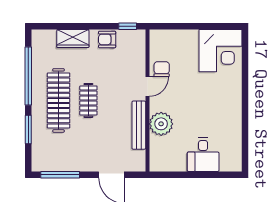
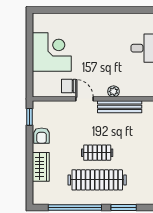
corner desk: (221, 51) -> (52, 52), moved
plant: (161, 124) -> (114, 91), width x0.53, depth x0.53

